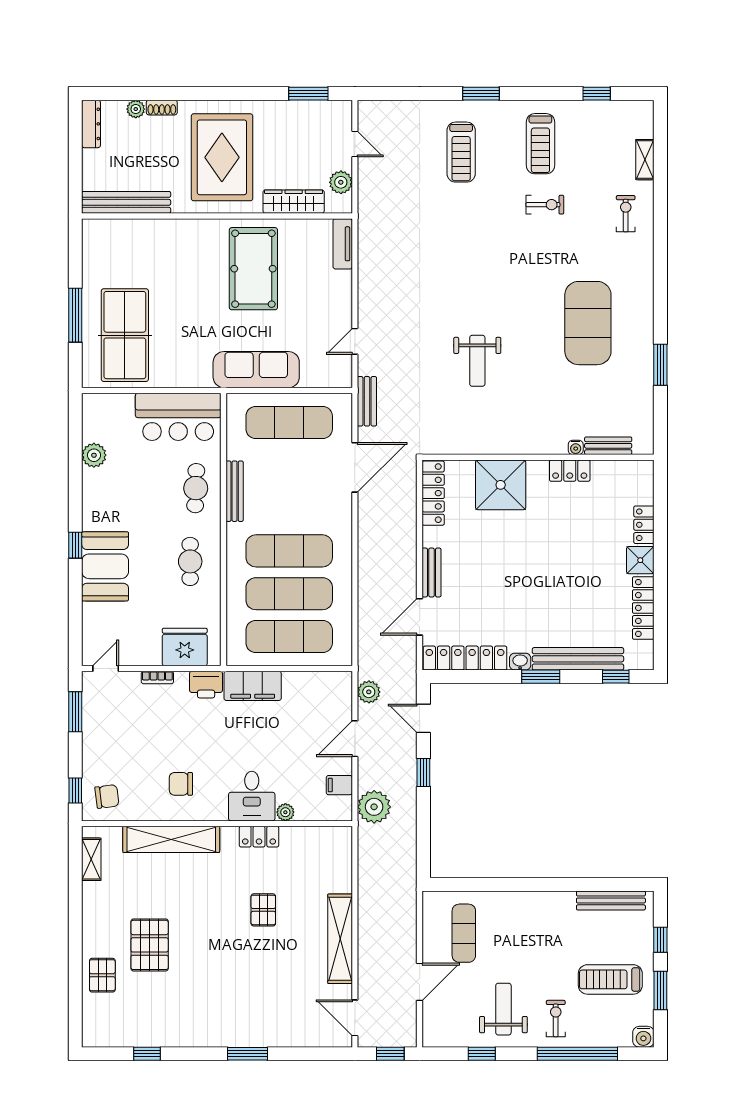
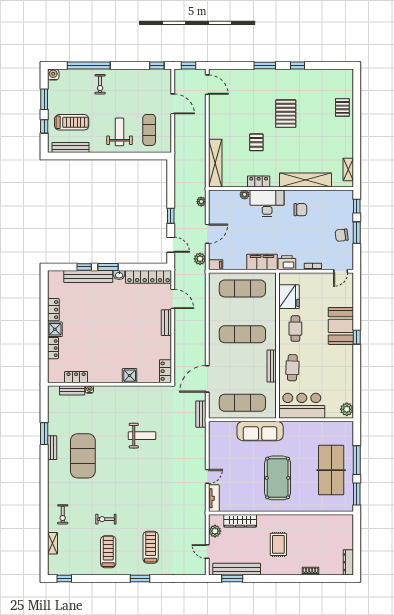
window: (597, 94) -> (64, 578), moved
plant: (136, 109) -> (324, 570), removed
rug: (222, 157) -> (278, 544), width x0.54, depth x0.49
bench: (126, 202) -> (237, 569), moved
window: (75, 252) -> (357, 494), added
pool table: (253, 269) -> (278, 478), moved
table tennis table: (125, 335) -> (331, 470), moved
bench: (645, 338) -> (52, 448), added
door: (355, 341) -> (207, 476), moved
weight bench: (477, 361) -> (142, 436), turned 90
plant: (94, 455) -> (347, 409), moved
locker: (570, 471) -> (76, 377), moved
shower: (501, 485) -> (130, 376), width x0.54, depth x0.54
locker: (433, 493) -> (166, 371), width x0.66
exercise mat: (289, 594) -> (242, 311), removed
locker: (643, 608) -> (53, 310), width x0.66
door: (420, 617) -> (173, 299), hinge flipped
fridge: (185, 647) -> (289, 297), moved, turned -90
window: (616, 677) -> (84, 267), moved
window: (75, 712) -> (357, 233), moved
filing cabinet: (339, 785) -> (216, 265), moved
chair: (107, 796) -> (342, 235), moved
desk: (252, 796) -> (267, 203), width x1.37
plant: (374, 807) -> (201, 202), width x0.53, depth x0.53
shelving: (340, 939) -> (215, 163), moved
pallet: (150, 945) -> (286, 114), moved
treadmill: (610, 979) -> (72, 122), moved
door: (420, 982) -> (173, 104), swing flipped
weight bench: (503, 1009) -> (119, 132), moved, turned 180
window: (147, 1054) -> (298, 66), moved
window: (482, 1054) -> (157, 66), moved

